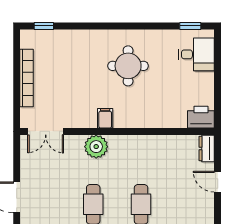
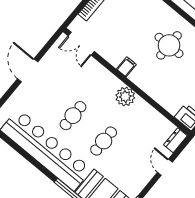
plant: (96, 147) -> (125, 97), moved

